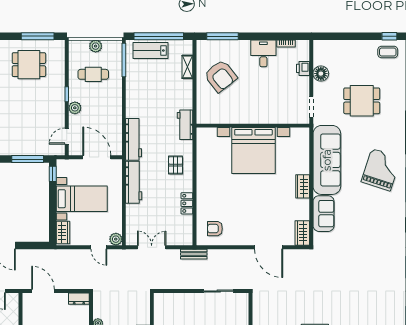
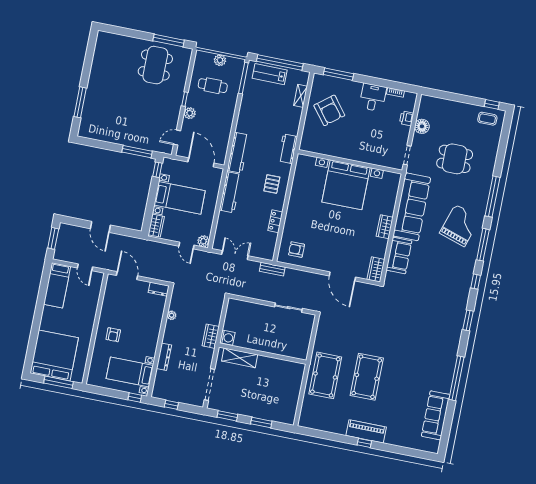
dining table: (29, 65) -> (155, 65), width x1.38

